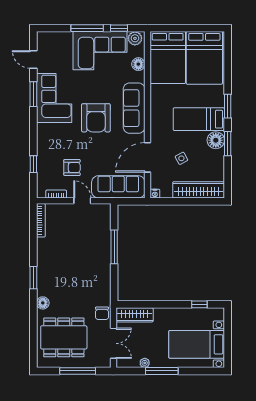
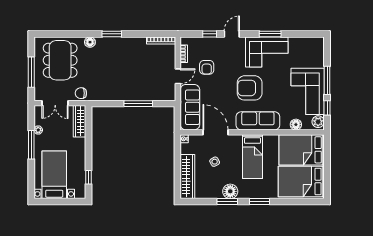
door: (33, 59) -> (232, 34), moved
bed: (199, 119) -> (252, 157), moved, turned 180

